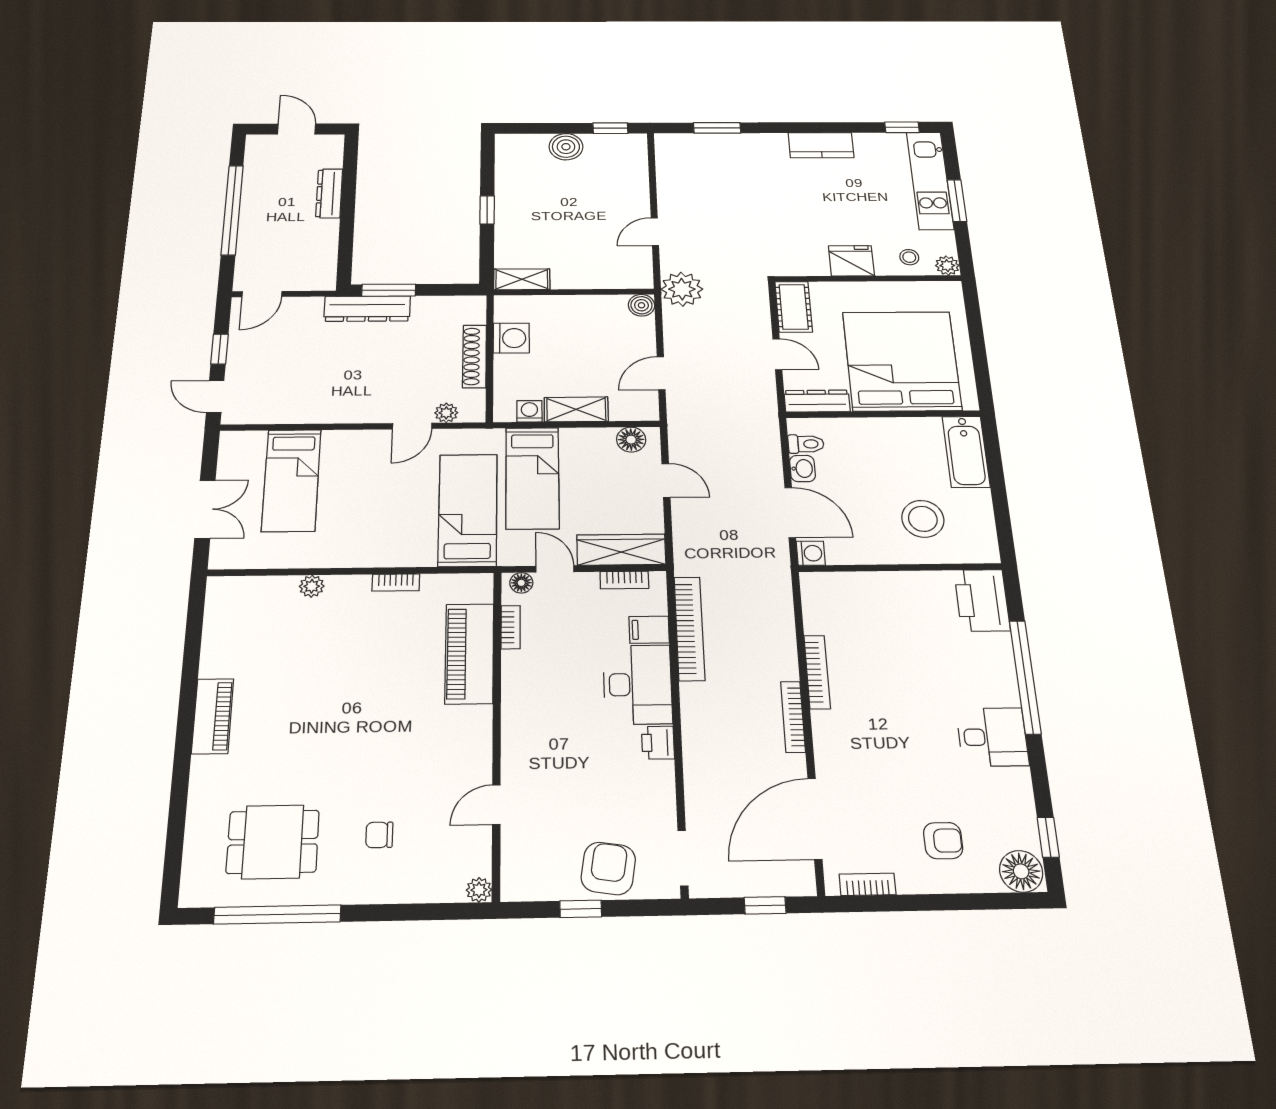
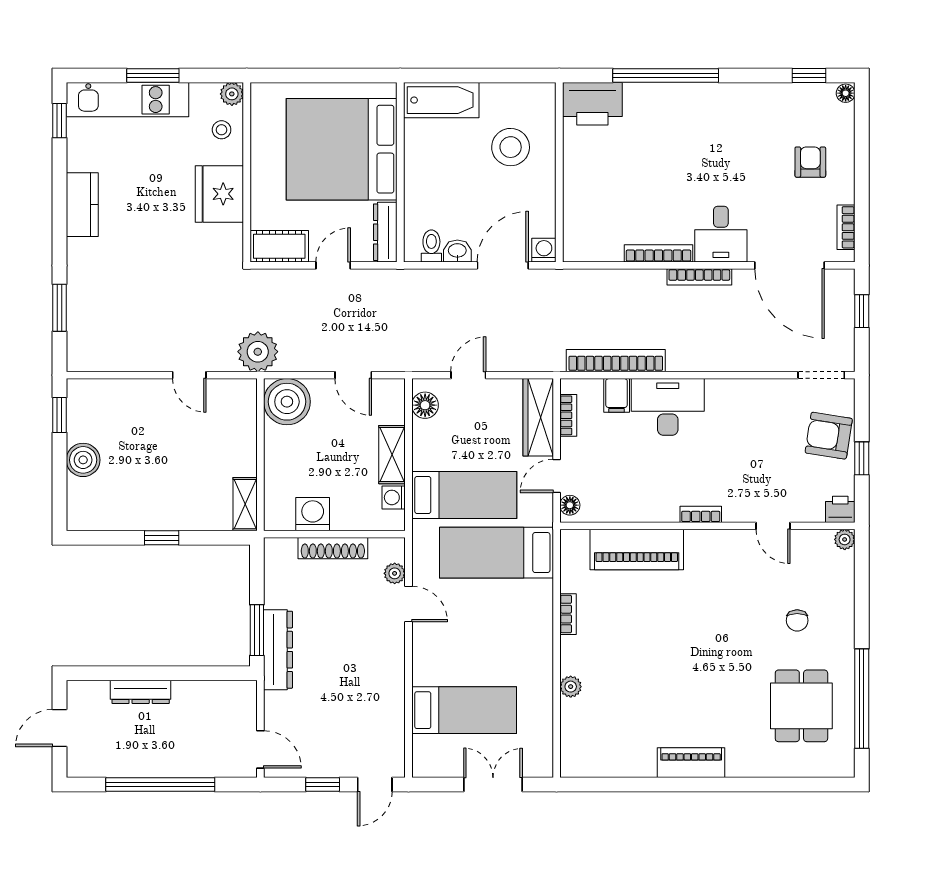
fridge: (851, 261) -> (219, 194), width x1.36, depth x1.34
boiler: (641, 305) -> (287, 402), width x1.86, depth x1.86
bookcase: (511, 627) -> (701, 514), moved
desk: (992, 737) -> (721, 234), moved, turned 180
printer: (658, 743) -> (840, 509), moved, turned 180
floor lamp: (1021, 871) -> (846, 93), width x0.53, depth x0.53

